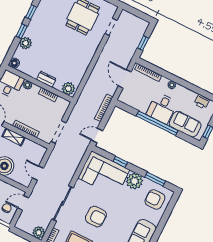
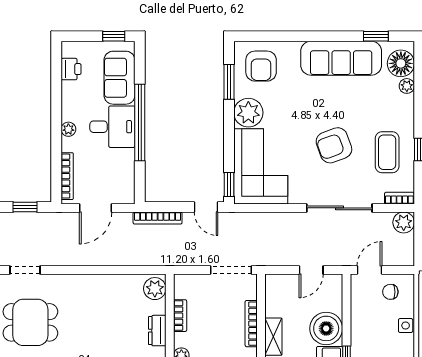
window: (120, 162) -> (229, 184), moved
door: (23, 203) -> (369, 270), swing flipped
armchair: (96, 217) -> (334, 145), turned -110

